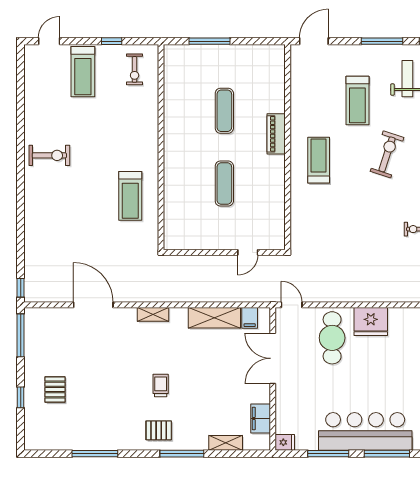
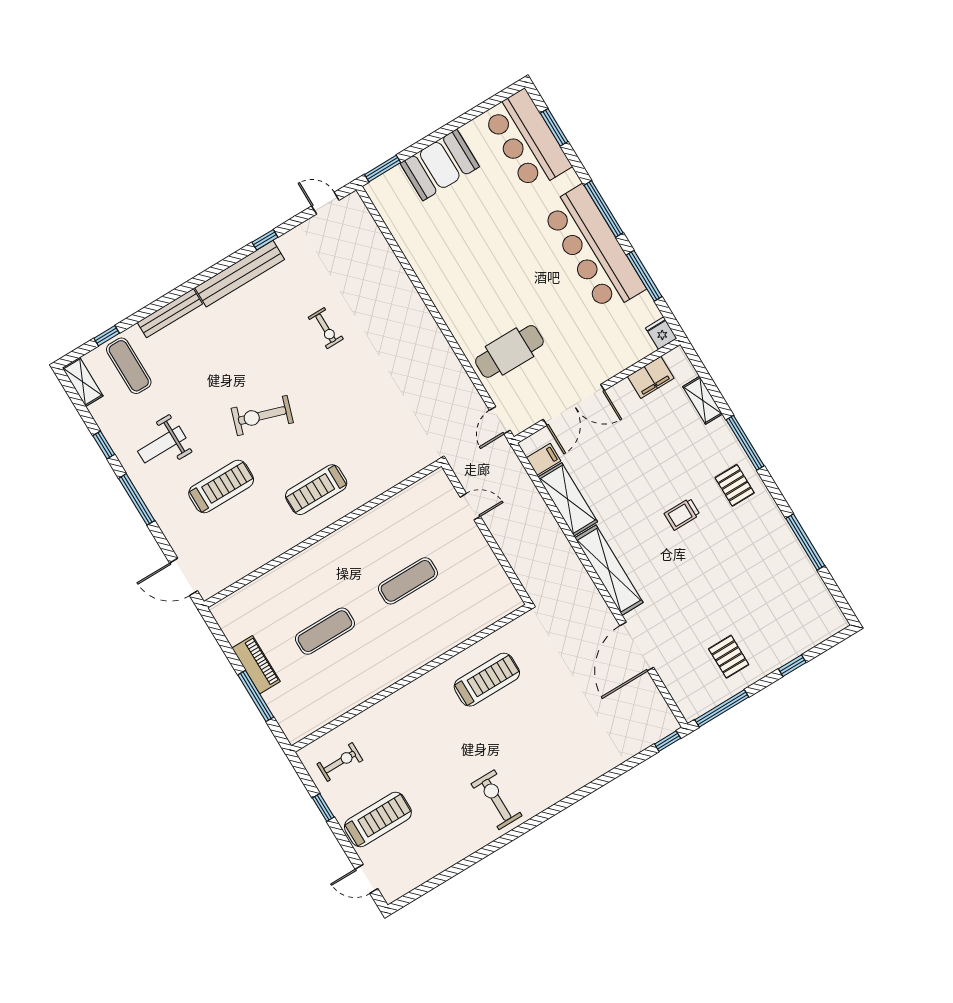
piano: (276, 134) -> (256, 665), moved, turned -90
shelving: (153, 314) -> (609, 570), width x2.20, depth x1.33
fridge: (371, 322) -> (464, 319), removed
pallet: (55, 389) -> (729, 657), moved, turned 90

